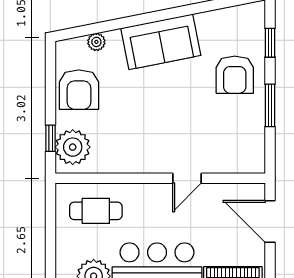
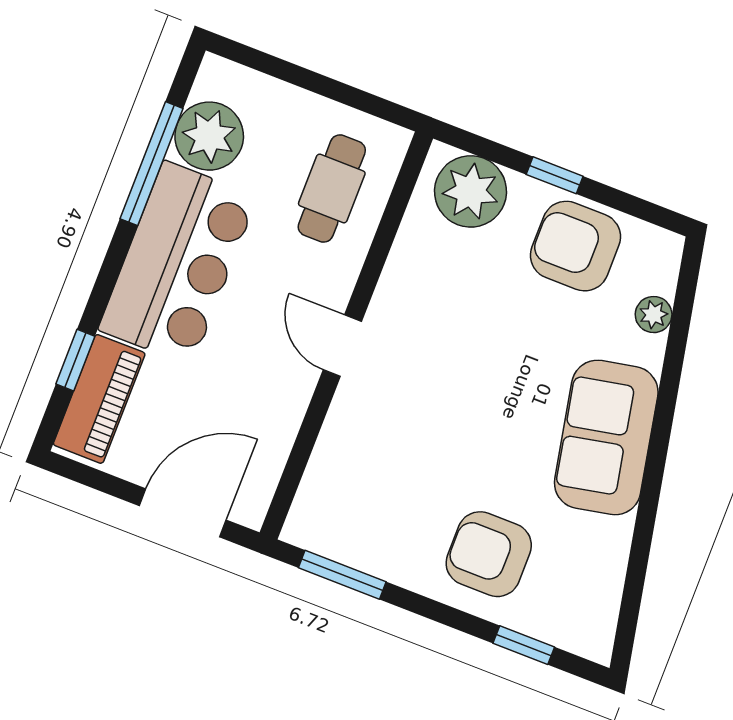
window: (270, 105) -> (342, 575), moved
window: (50, 138) -> (555, 175), moved
door: (187, 178) -> (342, 346), moved

